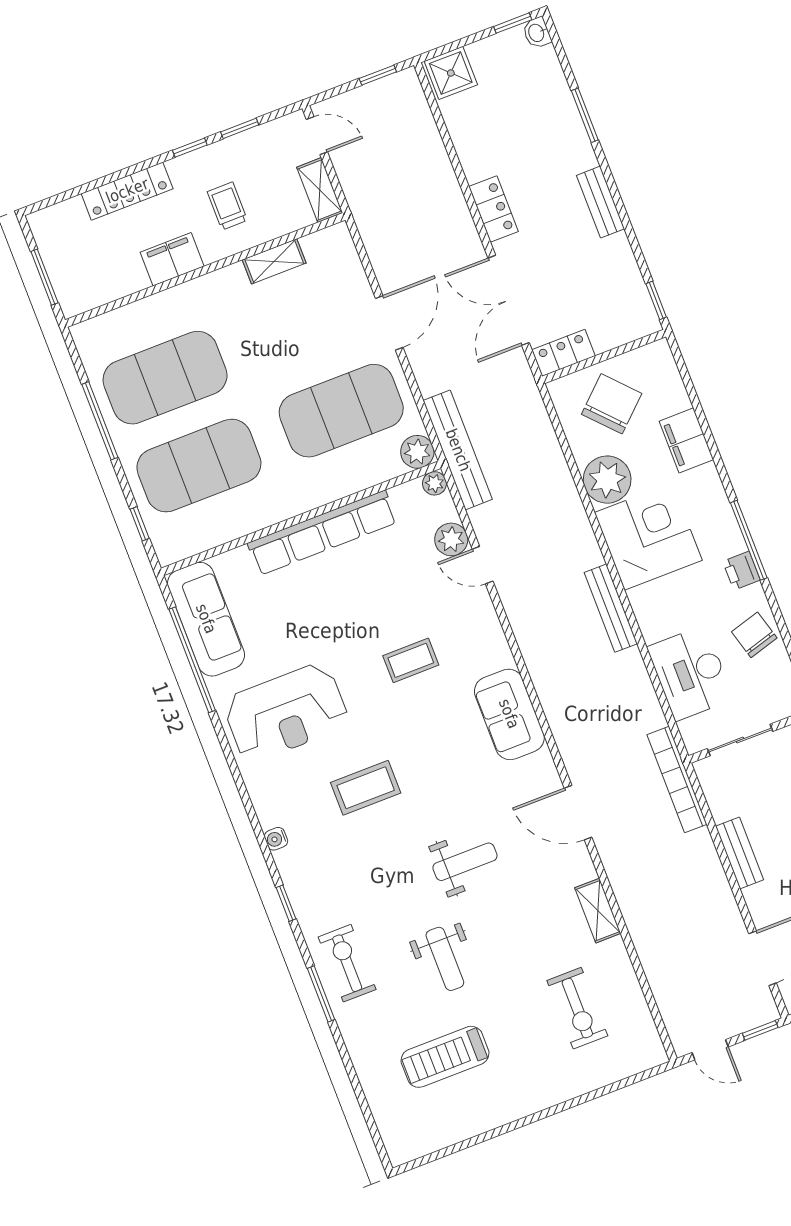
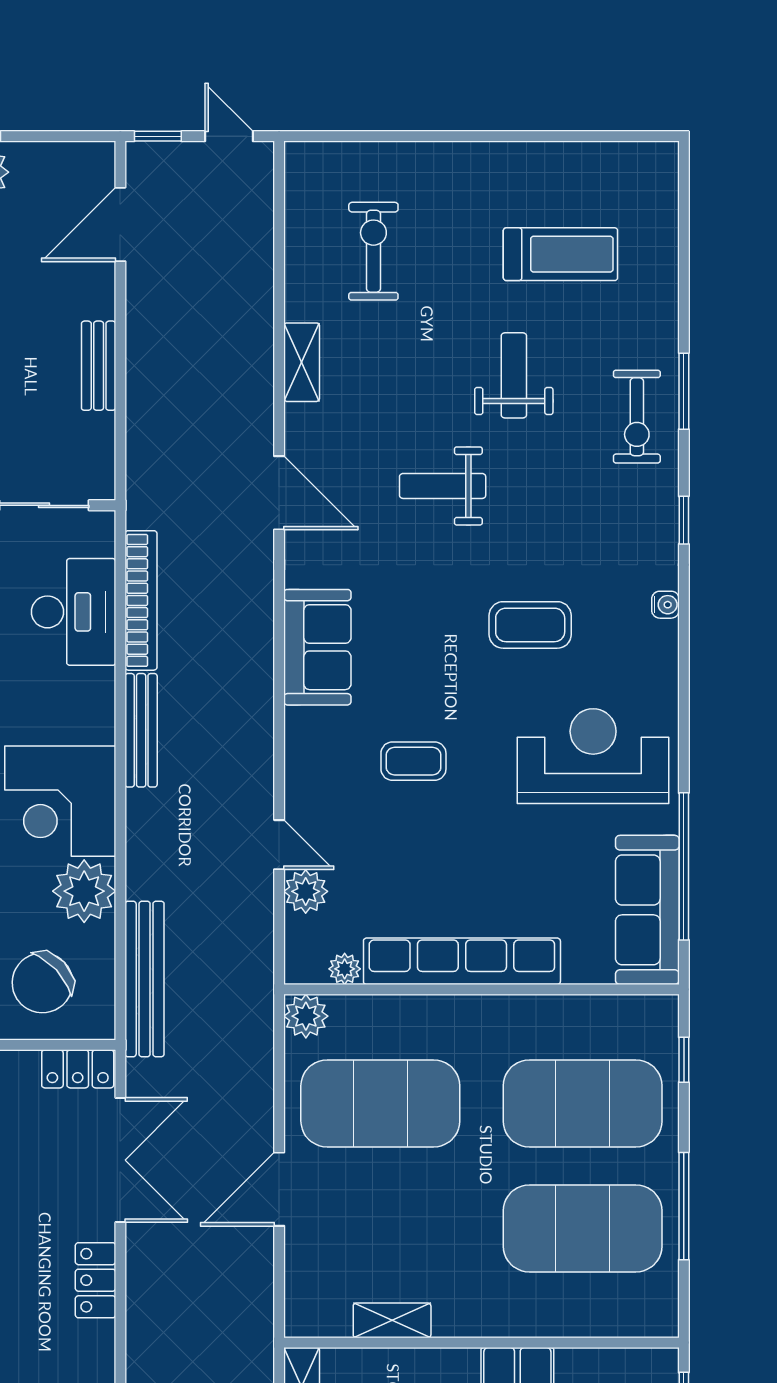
bench: (458, 450) -> (145, 979), moved
plant: (434, 483) -> (345, 969), moved
bookcase: (677, 779) -> (141, 600), moved

